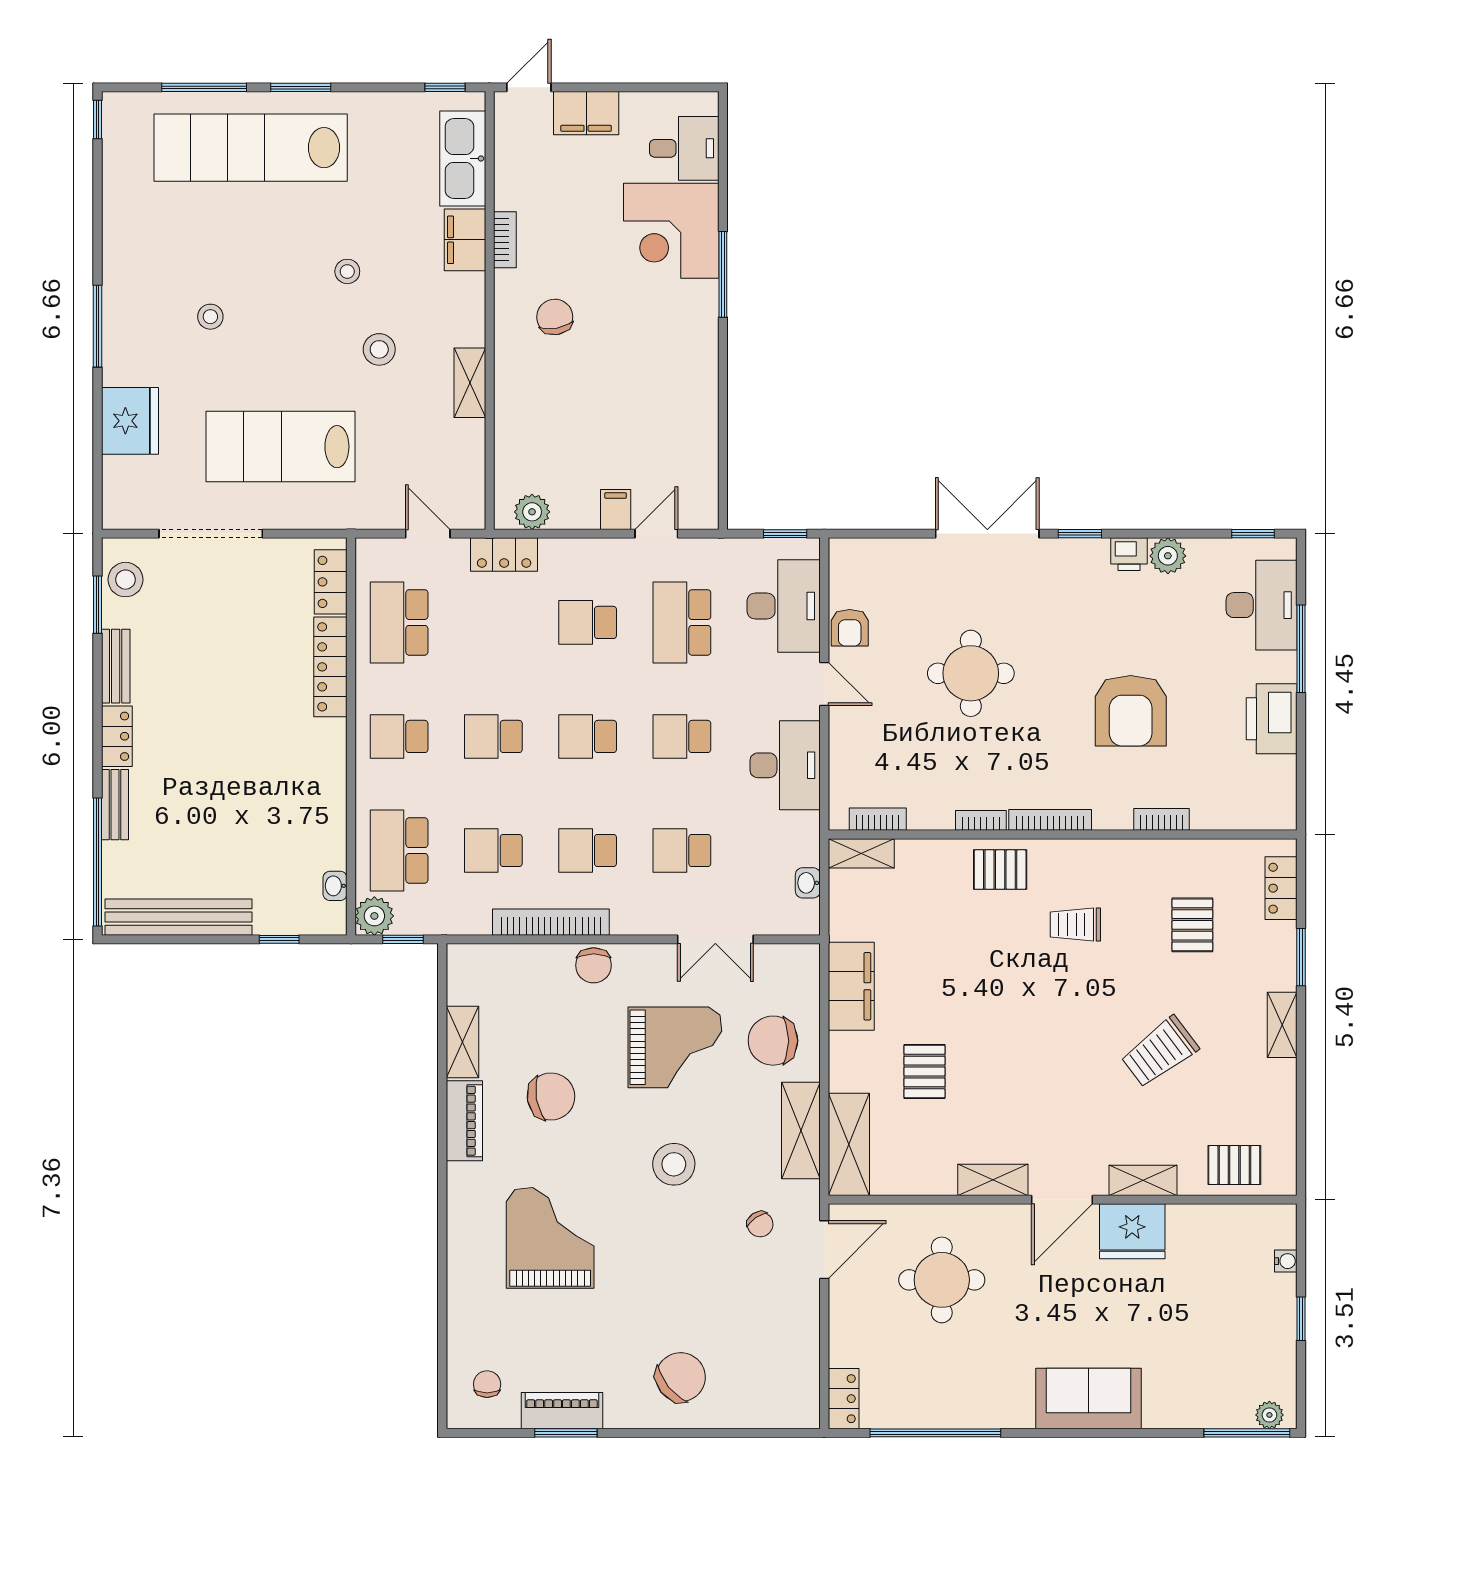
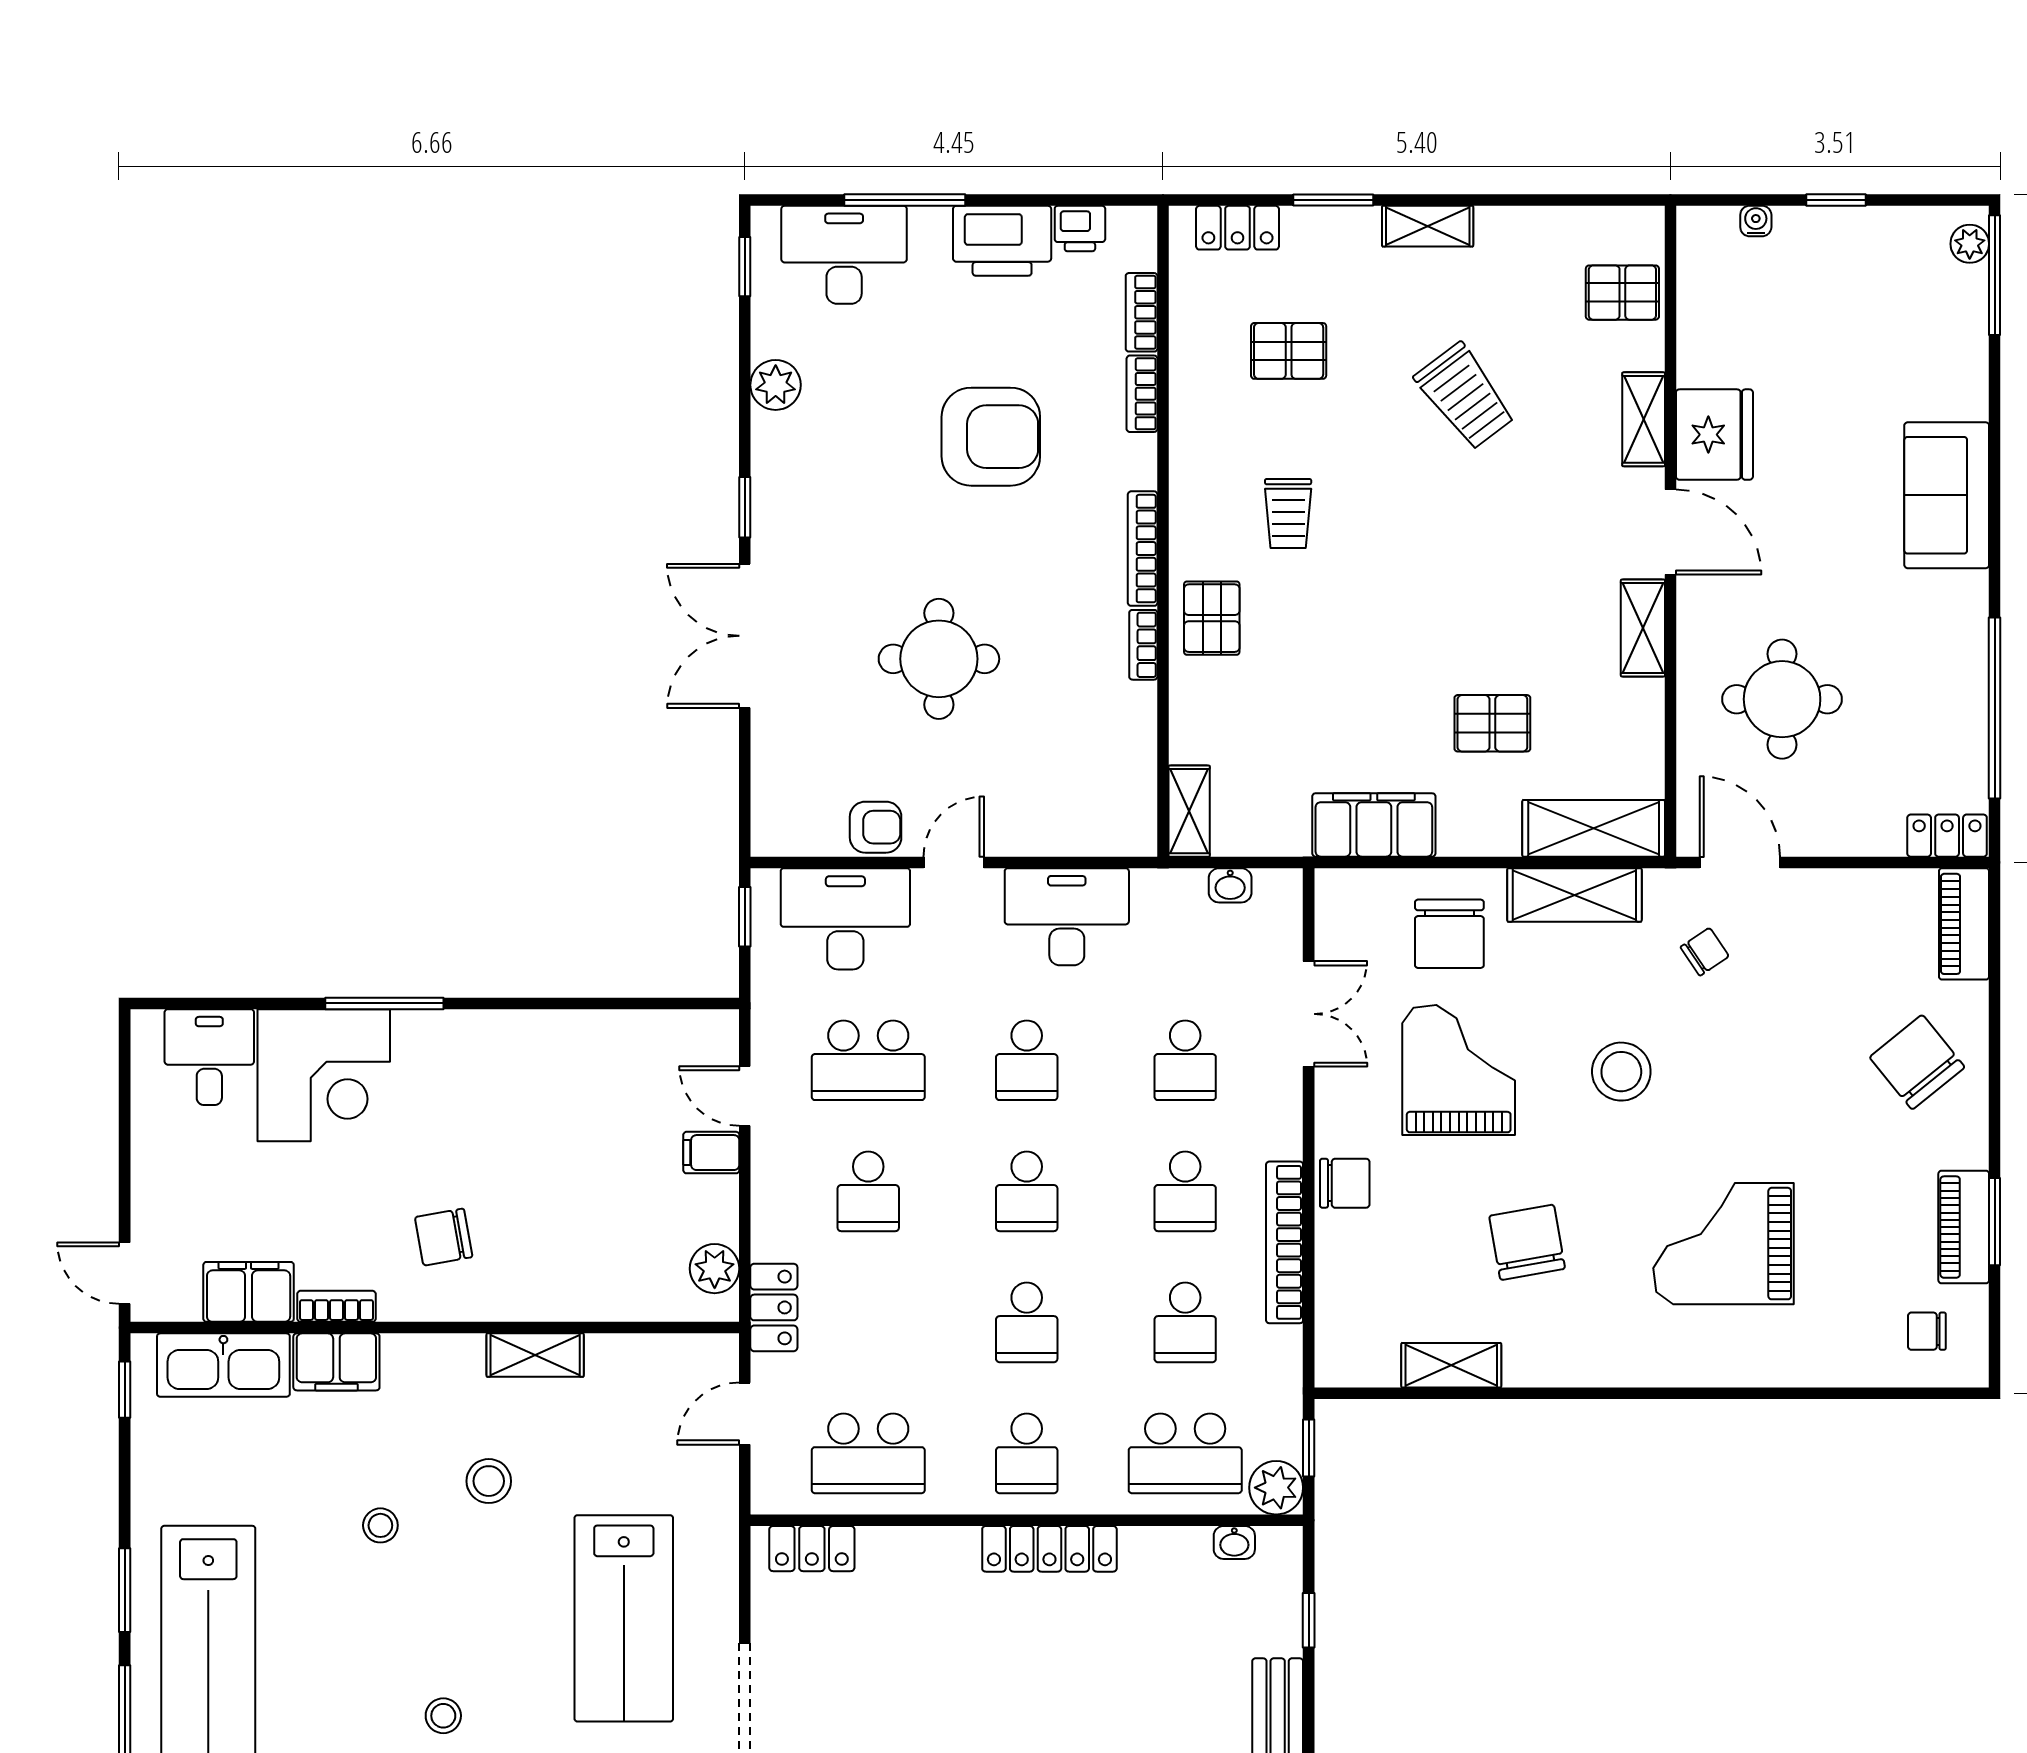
filing cabinet: (586, 113) -> (249, 1292), moved, turned -90
printer: (1129, 554) -> (1080, 228), moved, turned 90
locker: (330, 667) -> (1049, 1549), moved
bookcase: (878, 819) -> (1142, 312), moved
piano: (464, 1121) -> (1964, 924), moved, turned -90
pallet: (1234, 1165) -> (1622, 293), turned 90

